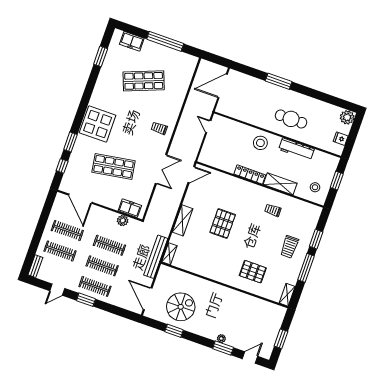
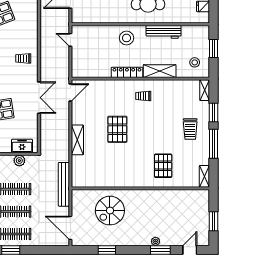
trolley: (273, 210) -> (143, 96), moved
shelving: (169, 254) -> (205, 90), moved
pallet: (253, 272) -> (163, 166), turned 90
spiral stairs: (181, 307) -> (110, 211), moved, turned 180

